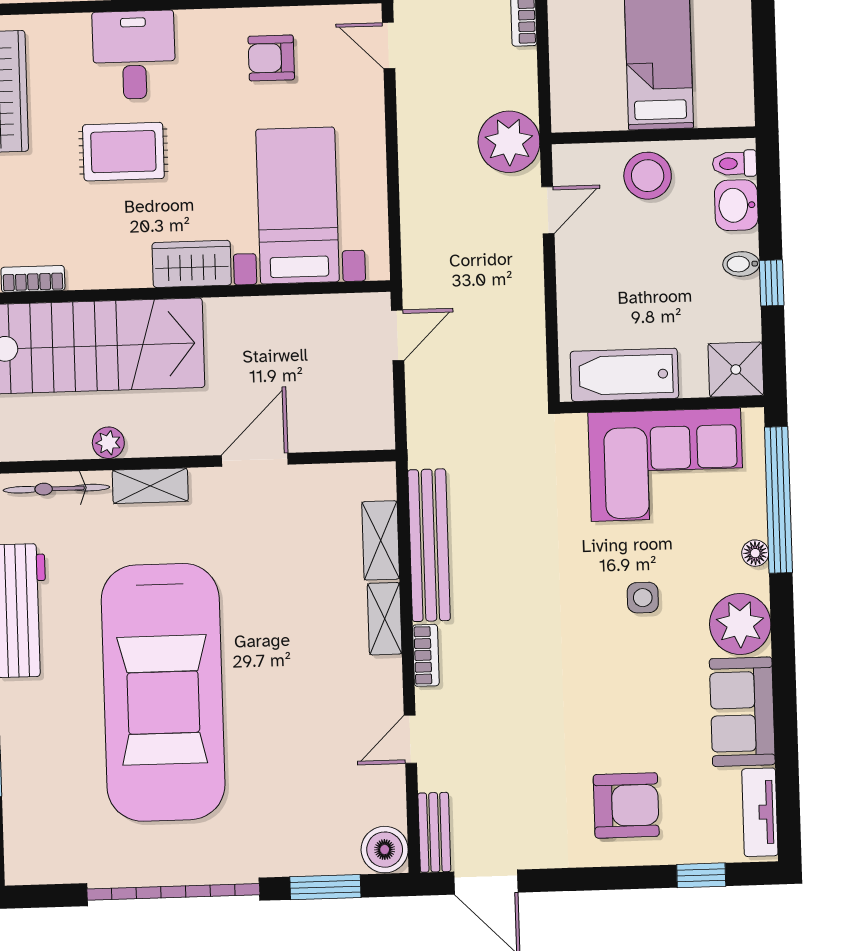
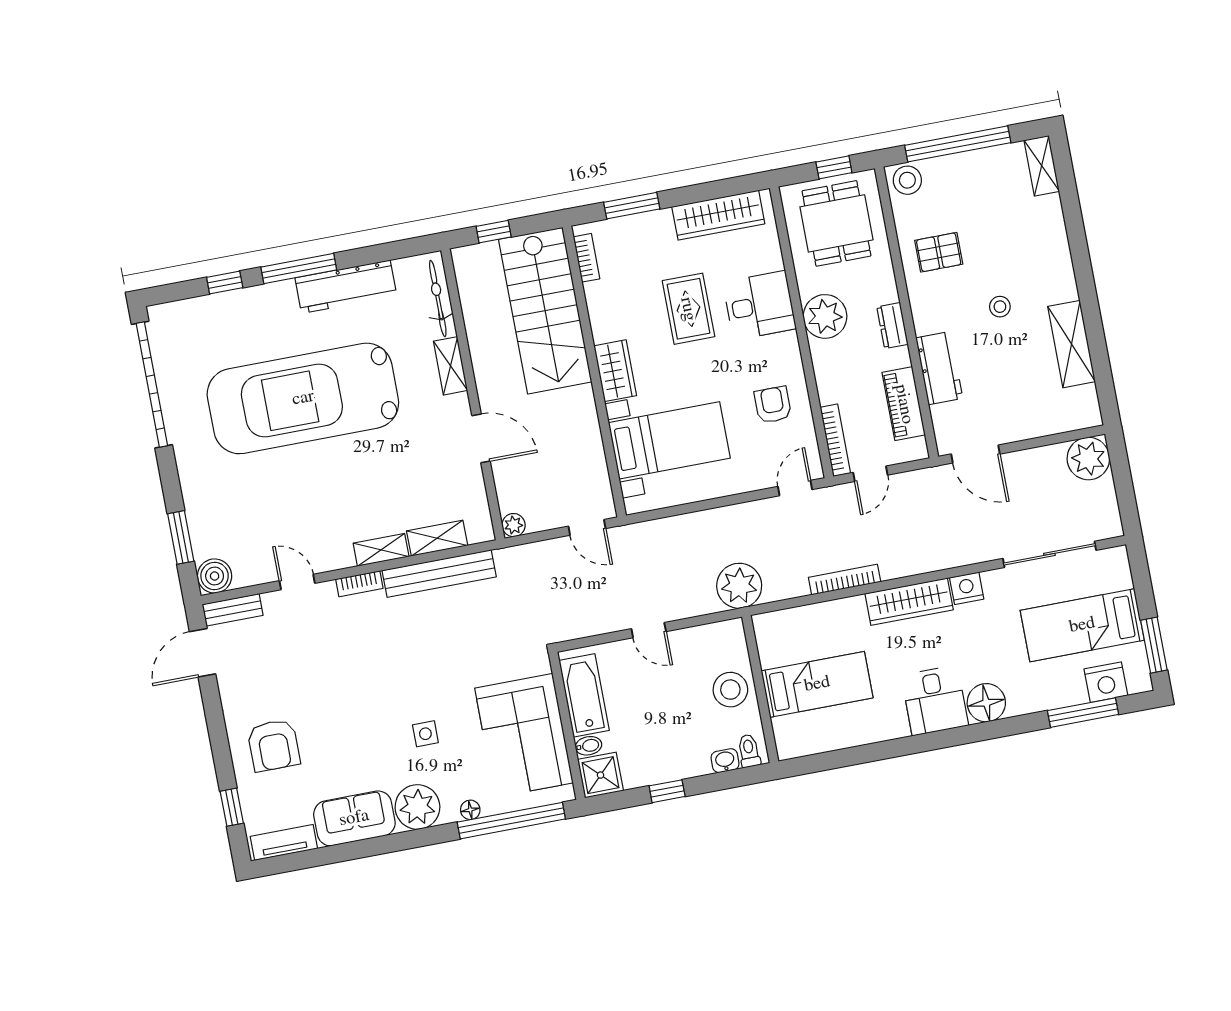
washbasin: (736, 205) -> (725, 761), width x0.72, depth x0.69
door: (548, 210) -> (649, 630), moved
bidet: (741, 264) -> (588, 746), moved, turned 90
plant: (108, 443) -> (514, 525), moved
garage door: (173, 892) -> (152, 385), moved

